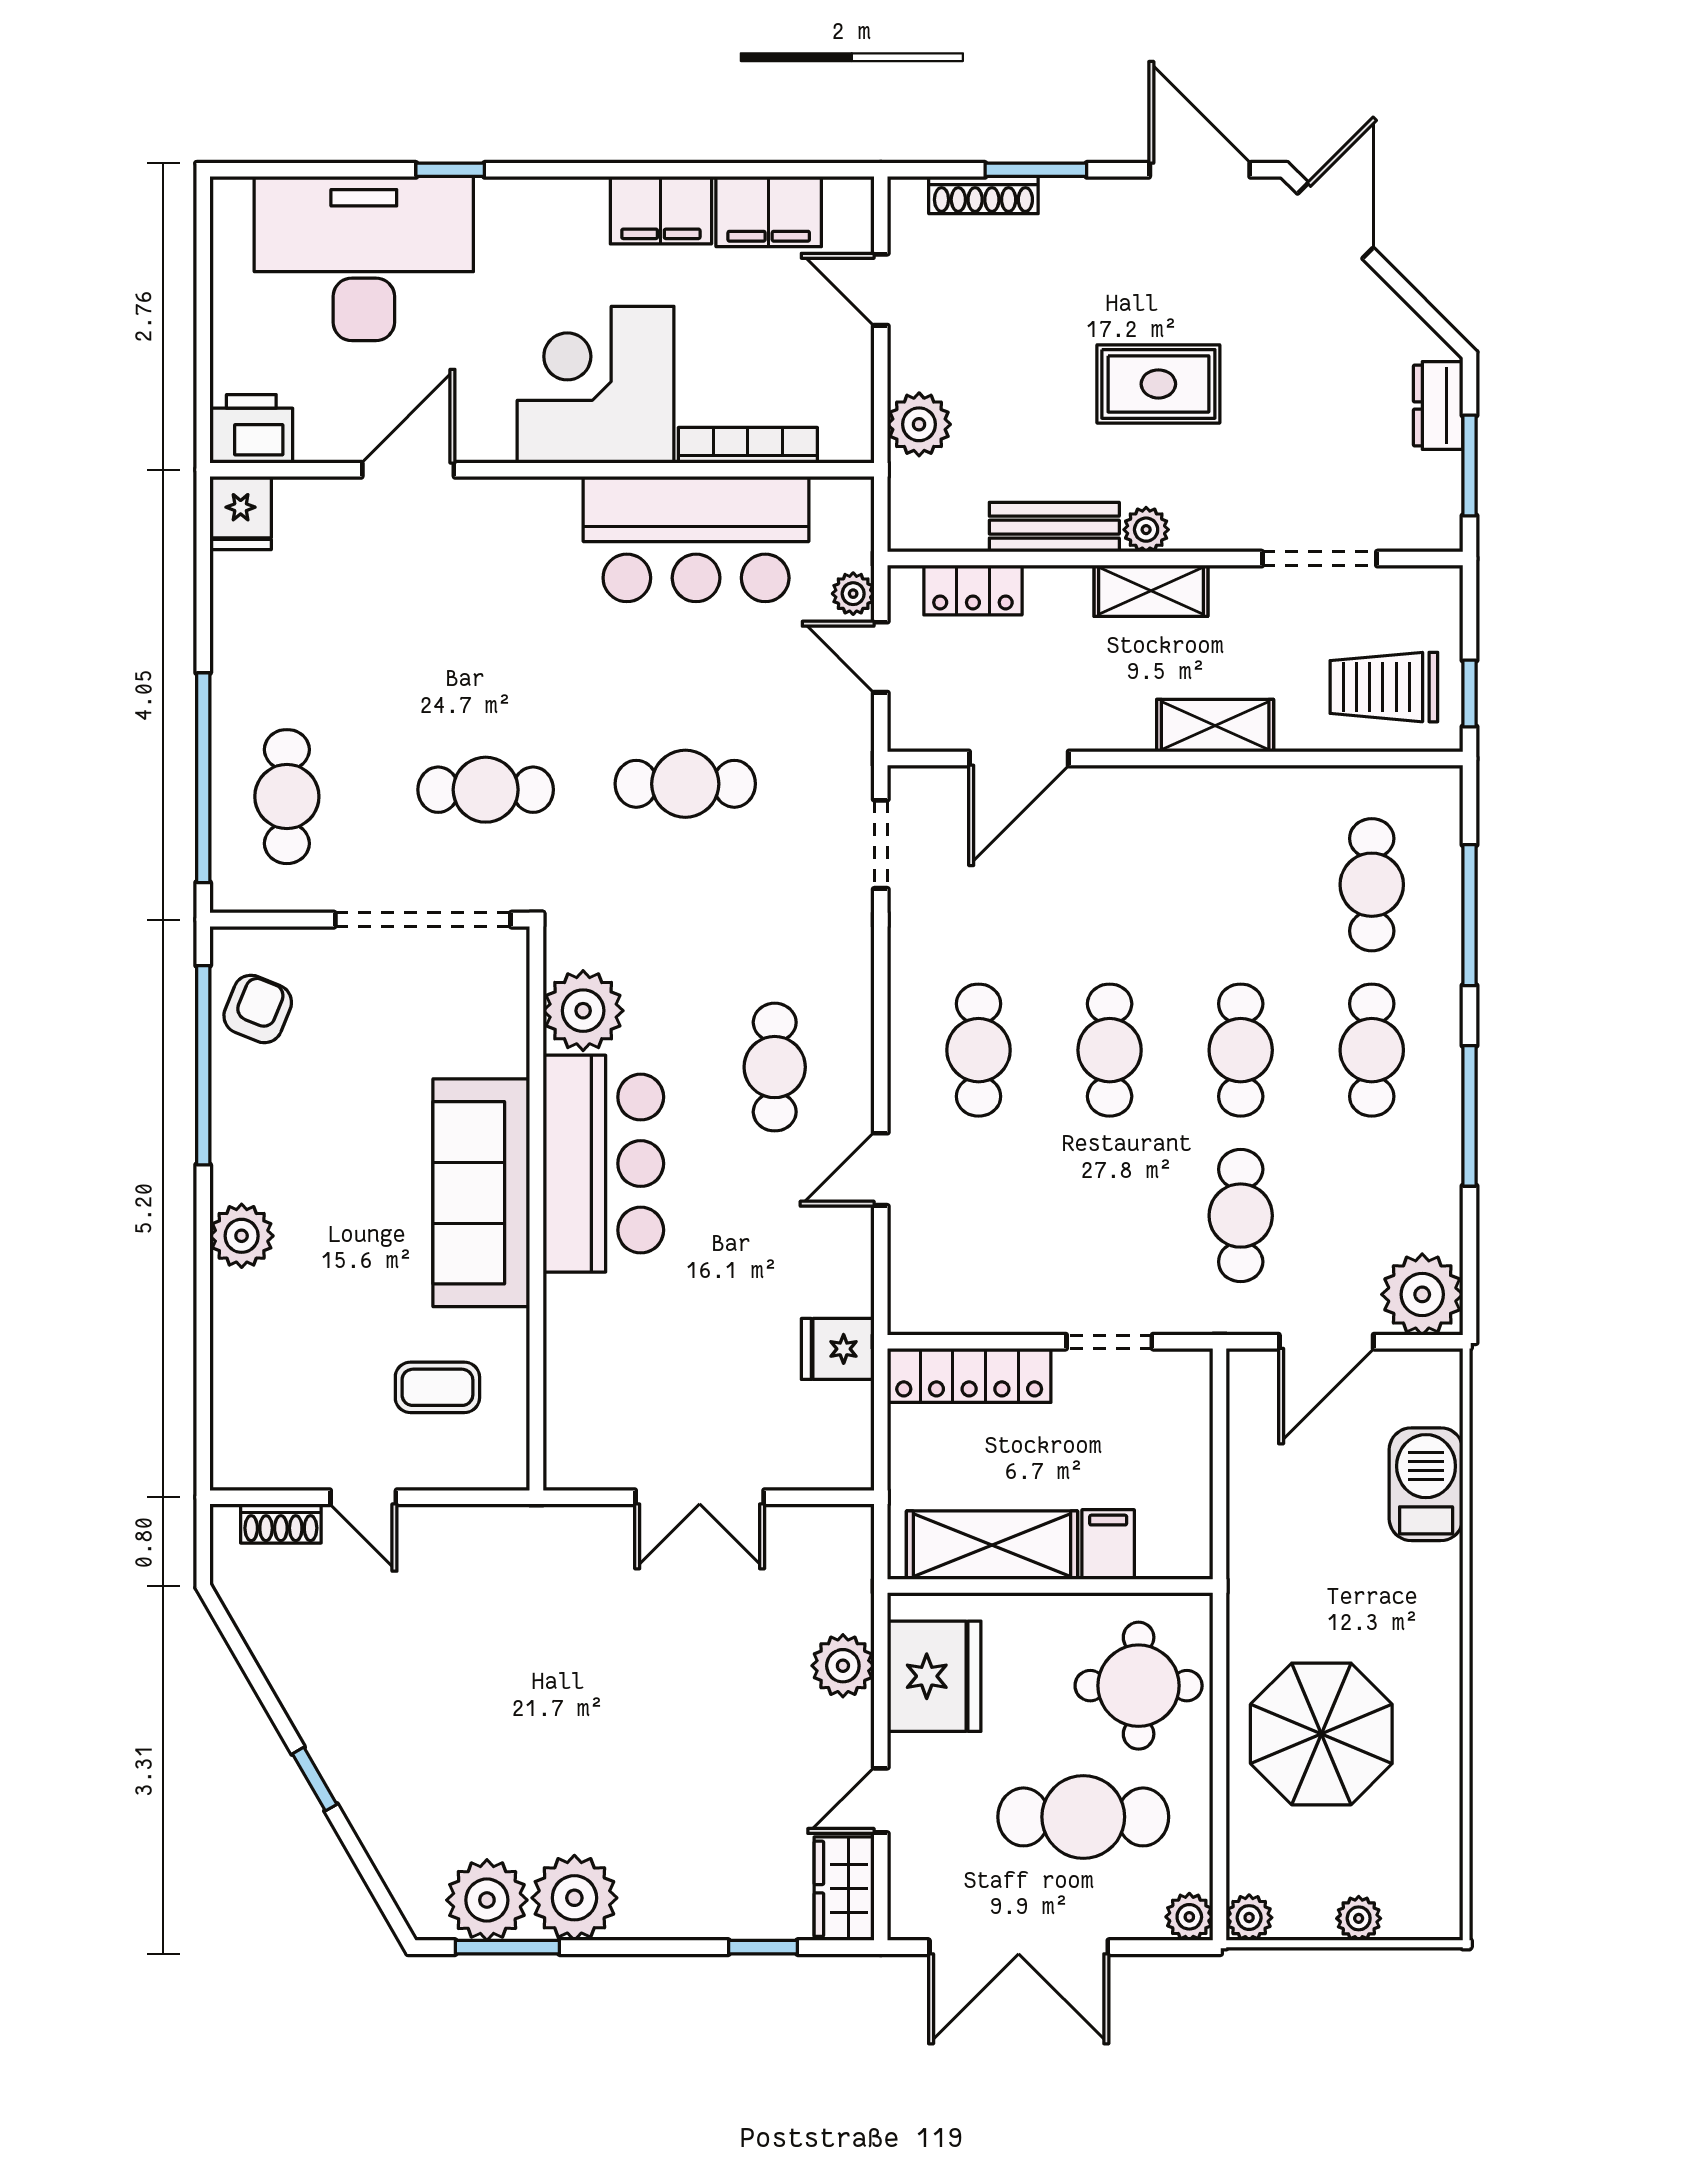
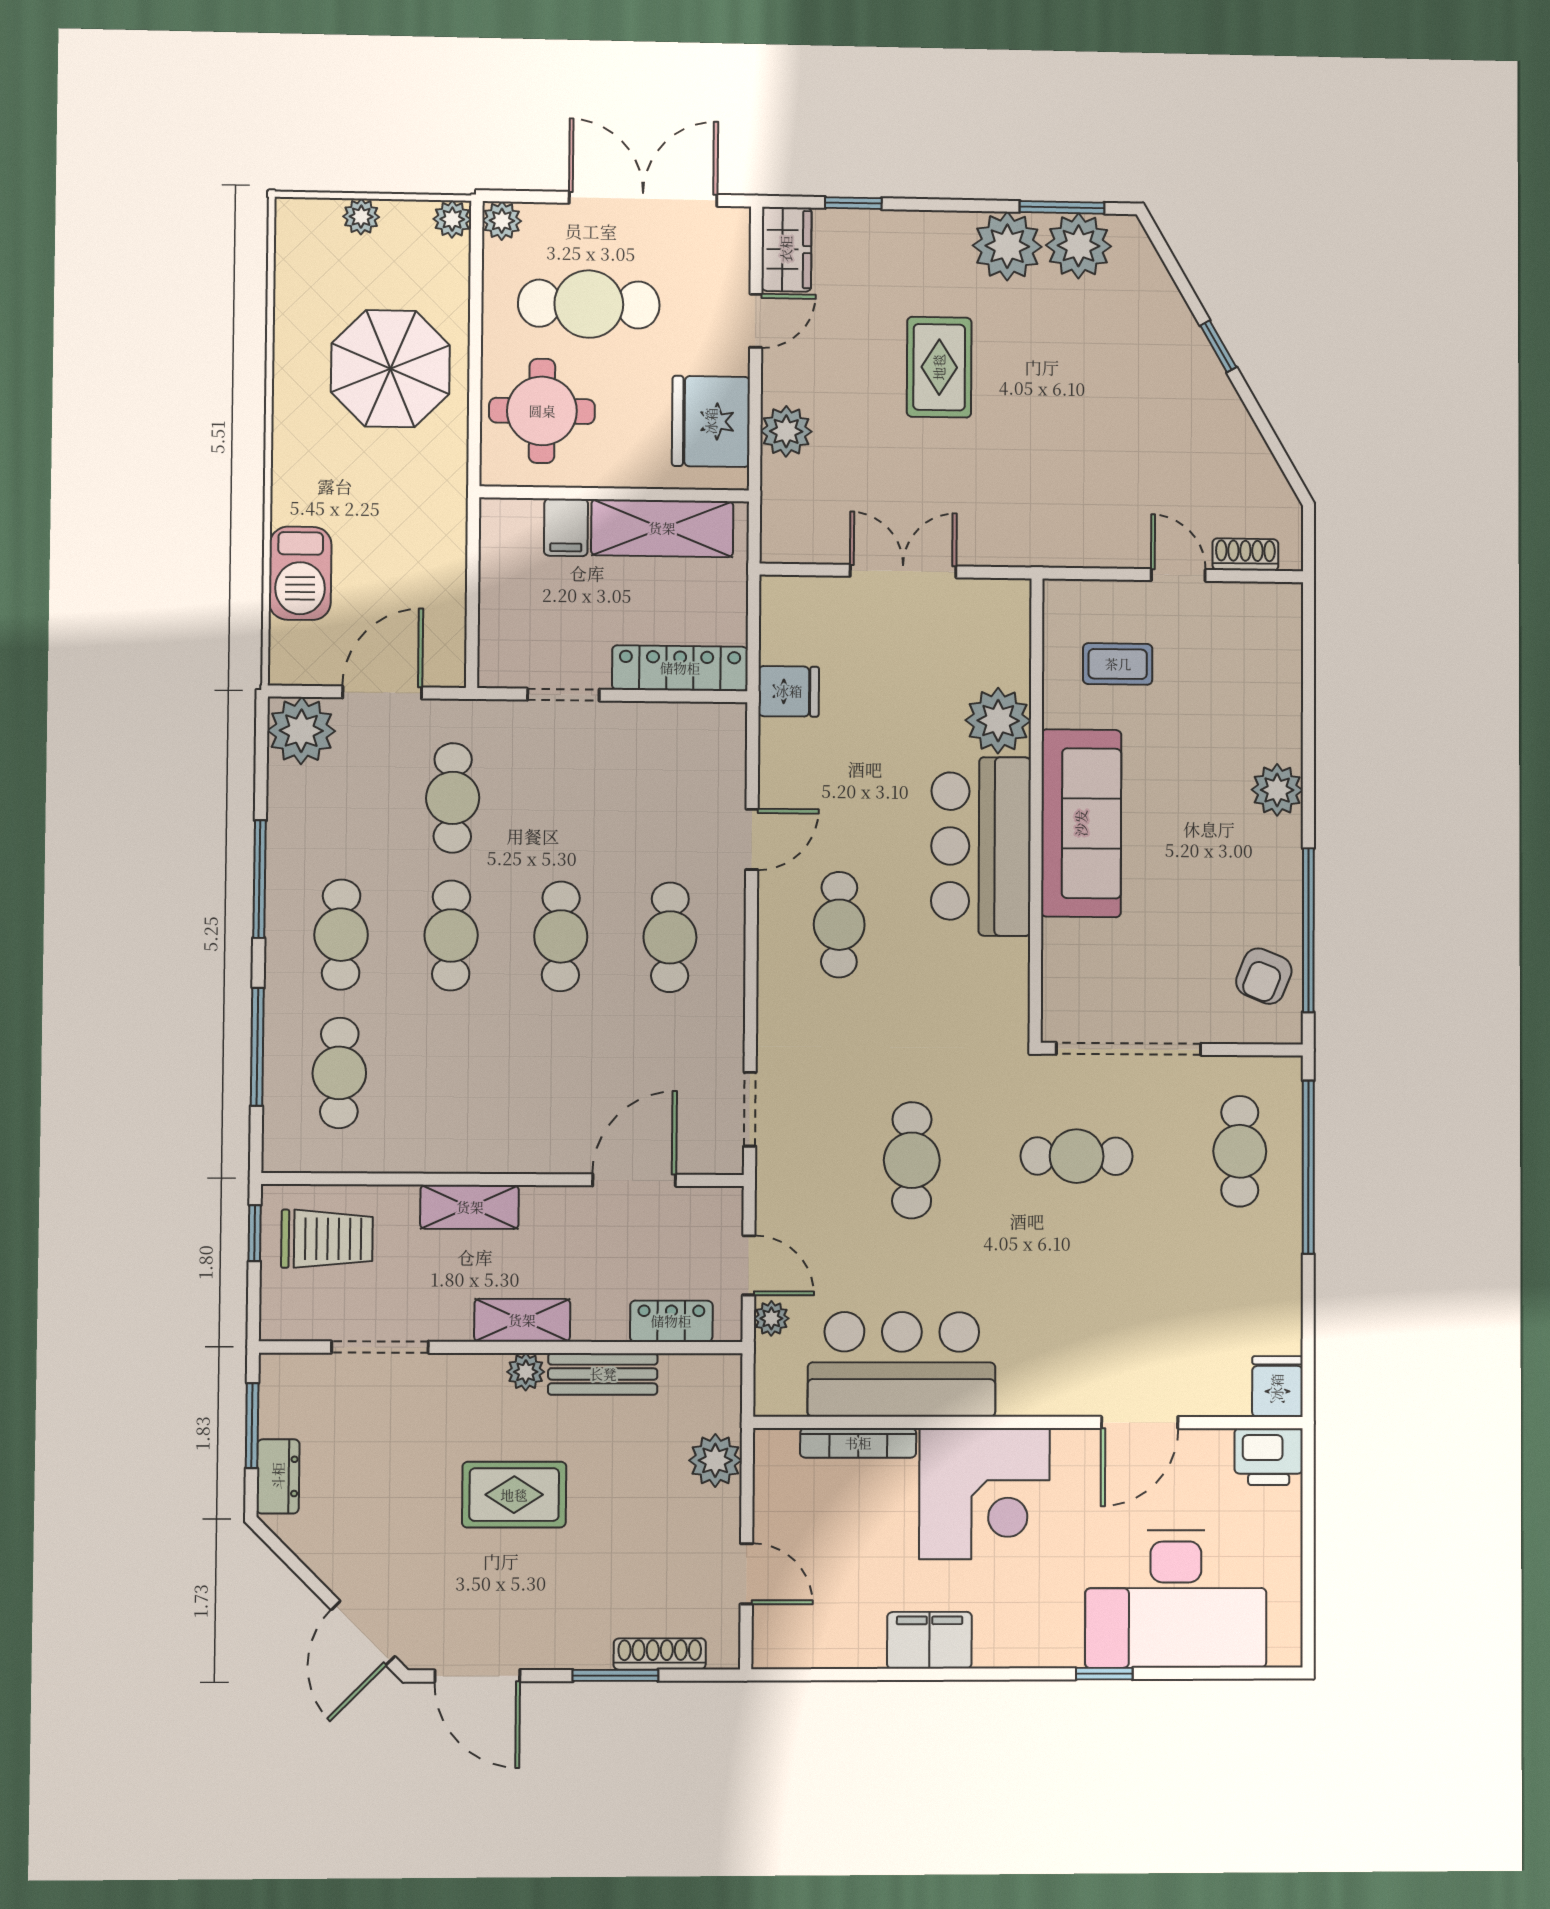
filing cabinet: (769, 212) -> (840, 1639), removed
cafe table: (685, 784) -> (912, 1160), turned 90
plant: (583, 1011) -> (998, 721), moved
rug: (657, 1747) -> (939, 367), added

